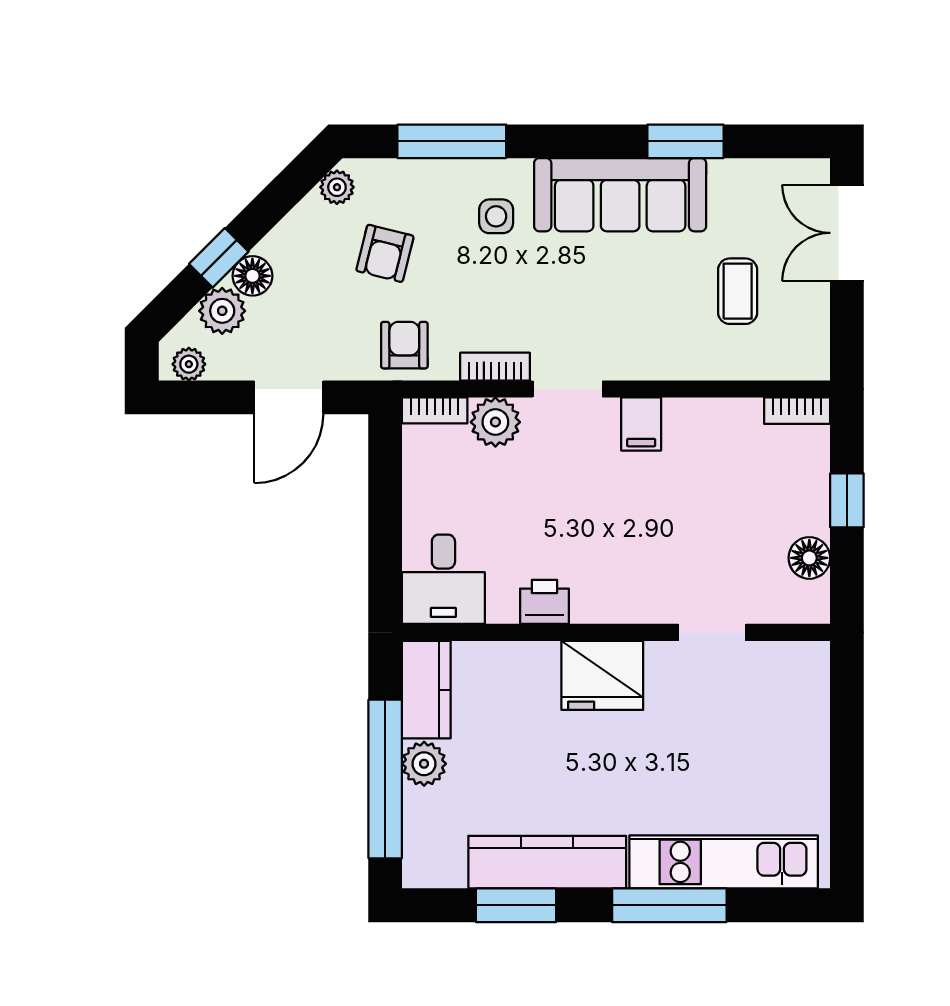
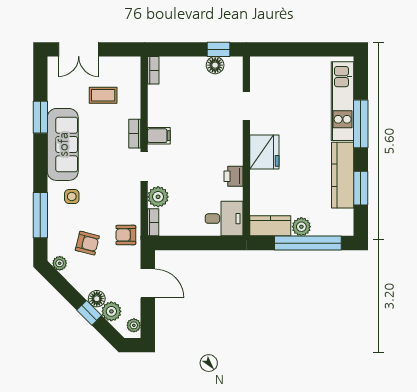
bookcase: (495, 367) -> (135, 134), moved
window: (847, 500) -> (219, 49), moved

